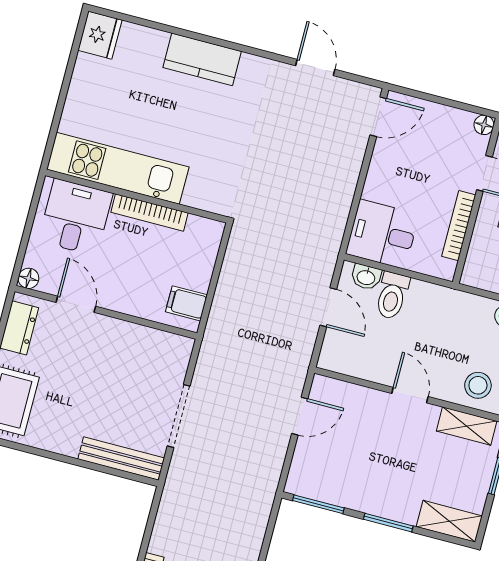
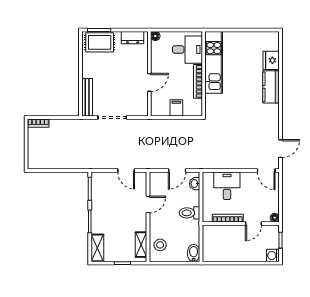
fridge: (100, 35) -> (271, 60), moved, turned 90
door: (315, 67) -> (280, 149), moved
desk: (382, 234) -> (227, 186), moved
toilet: (392, 296) -> (190, 213), moved
filing cabinet: (186, 303) -> (176, 108), moved
door: (76, 304) -> (149, 82), moved
door: (410, 395) -> (148, 205), moved

